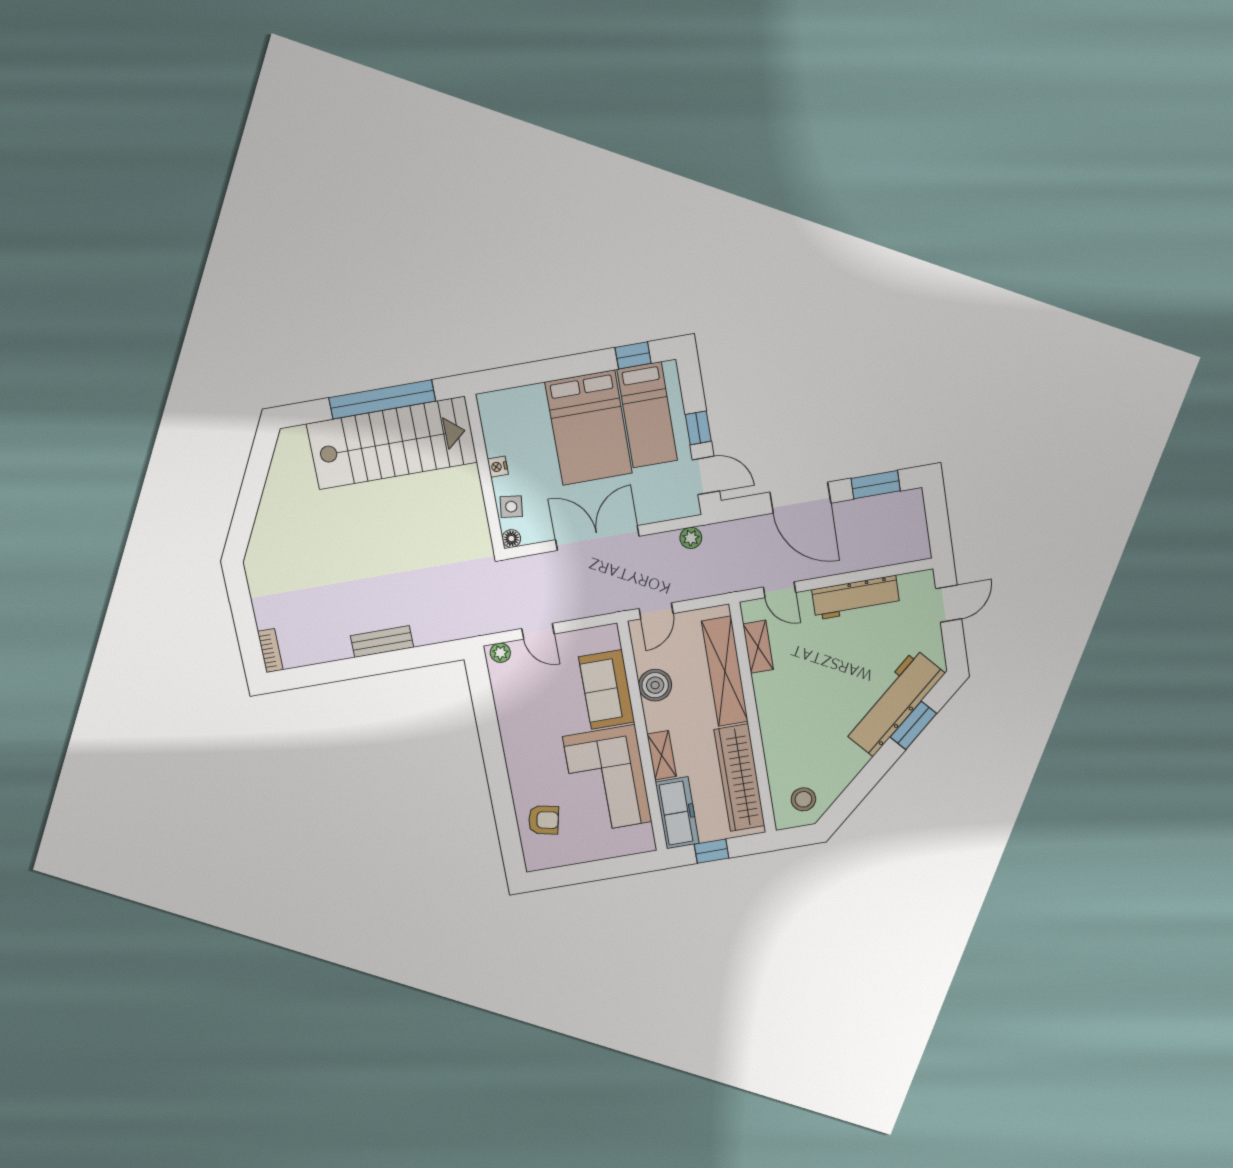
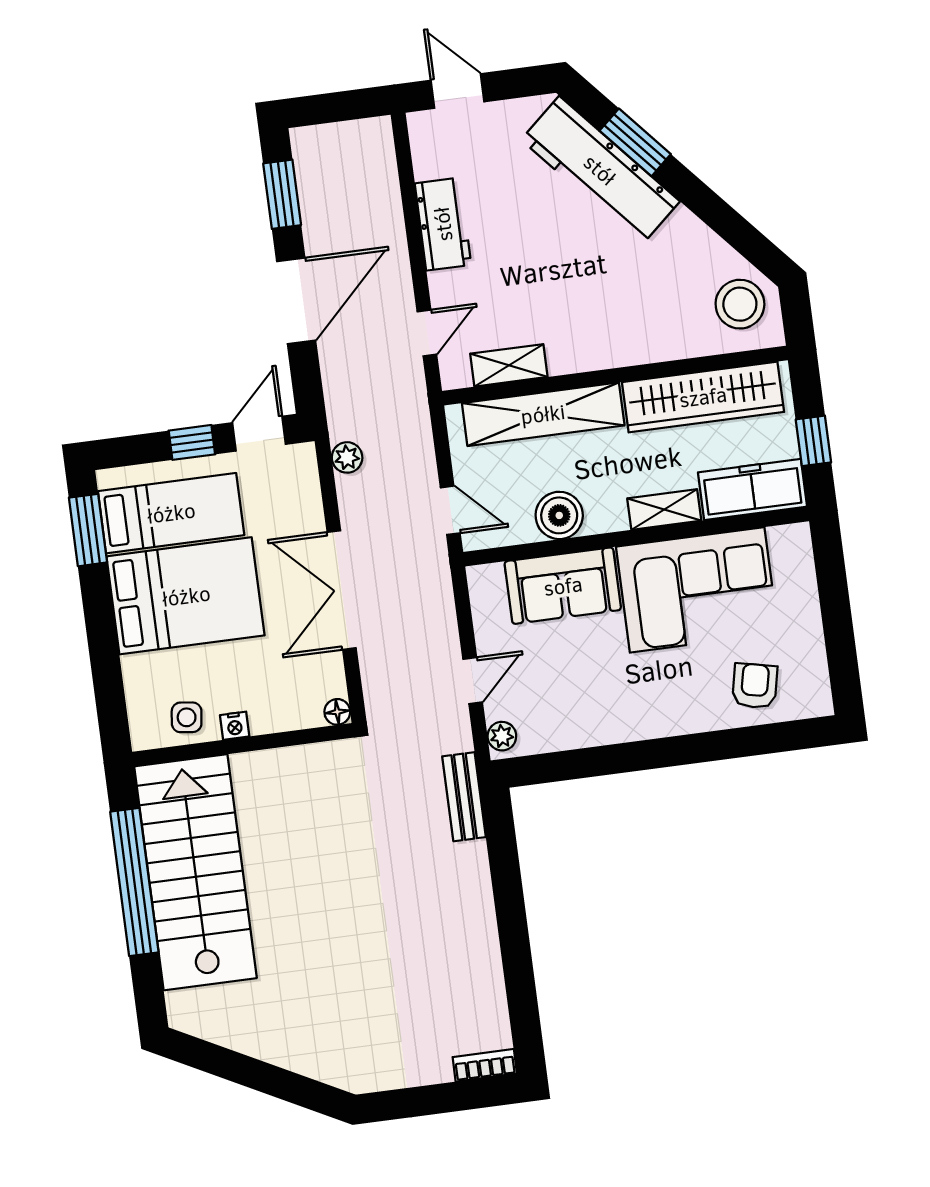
window: (633, 355) -> (88, 530), width x1.50
side table: (511, 507) -> (187, 717), moved
workbench: (856, 598) -> (443, 224), width x0.73
bench: (382, 641) -> (464, 797), moved
stool: (803, 799) -> (740, 304), width x1.38, depth x1.38

